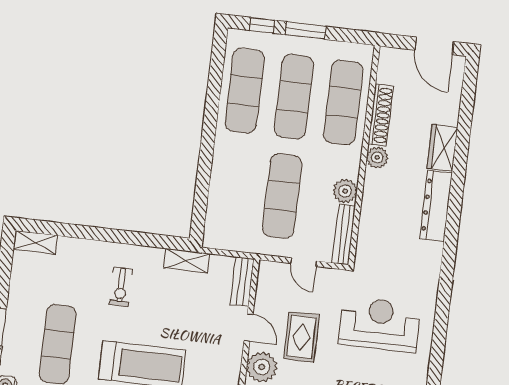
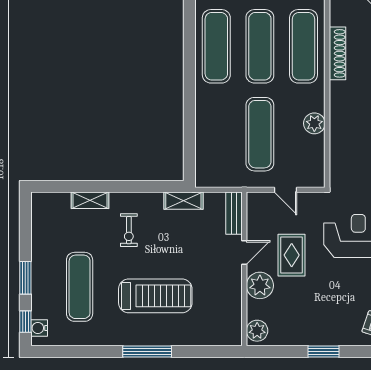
plant: (377, 158) -> (339, 91), removed
bench: (344, 235) -> (318, 161), removed
shelving: (35, 242) -> (90, 200), moved
door: (248, 328) -> (244, 252), hinge flipped

